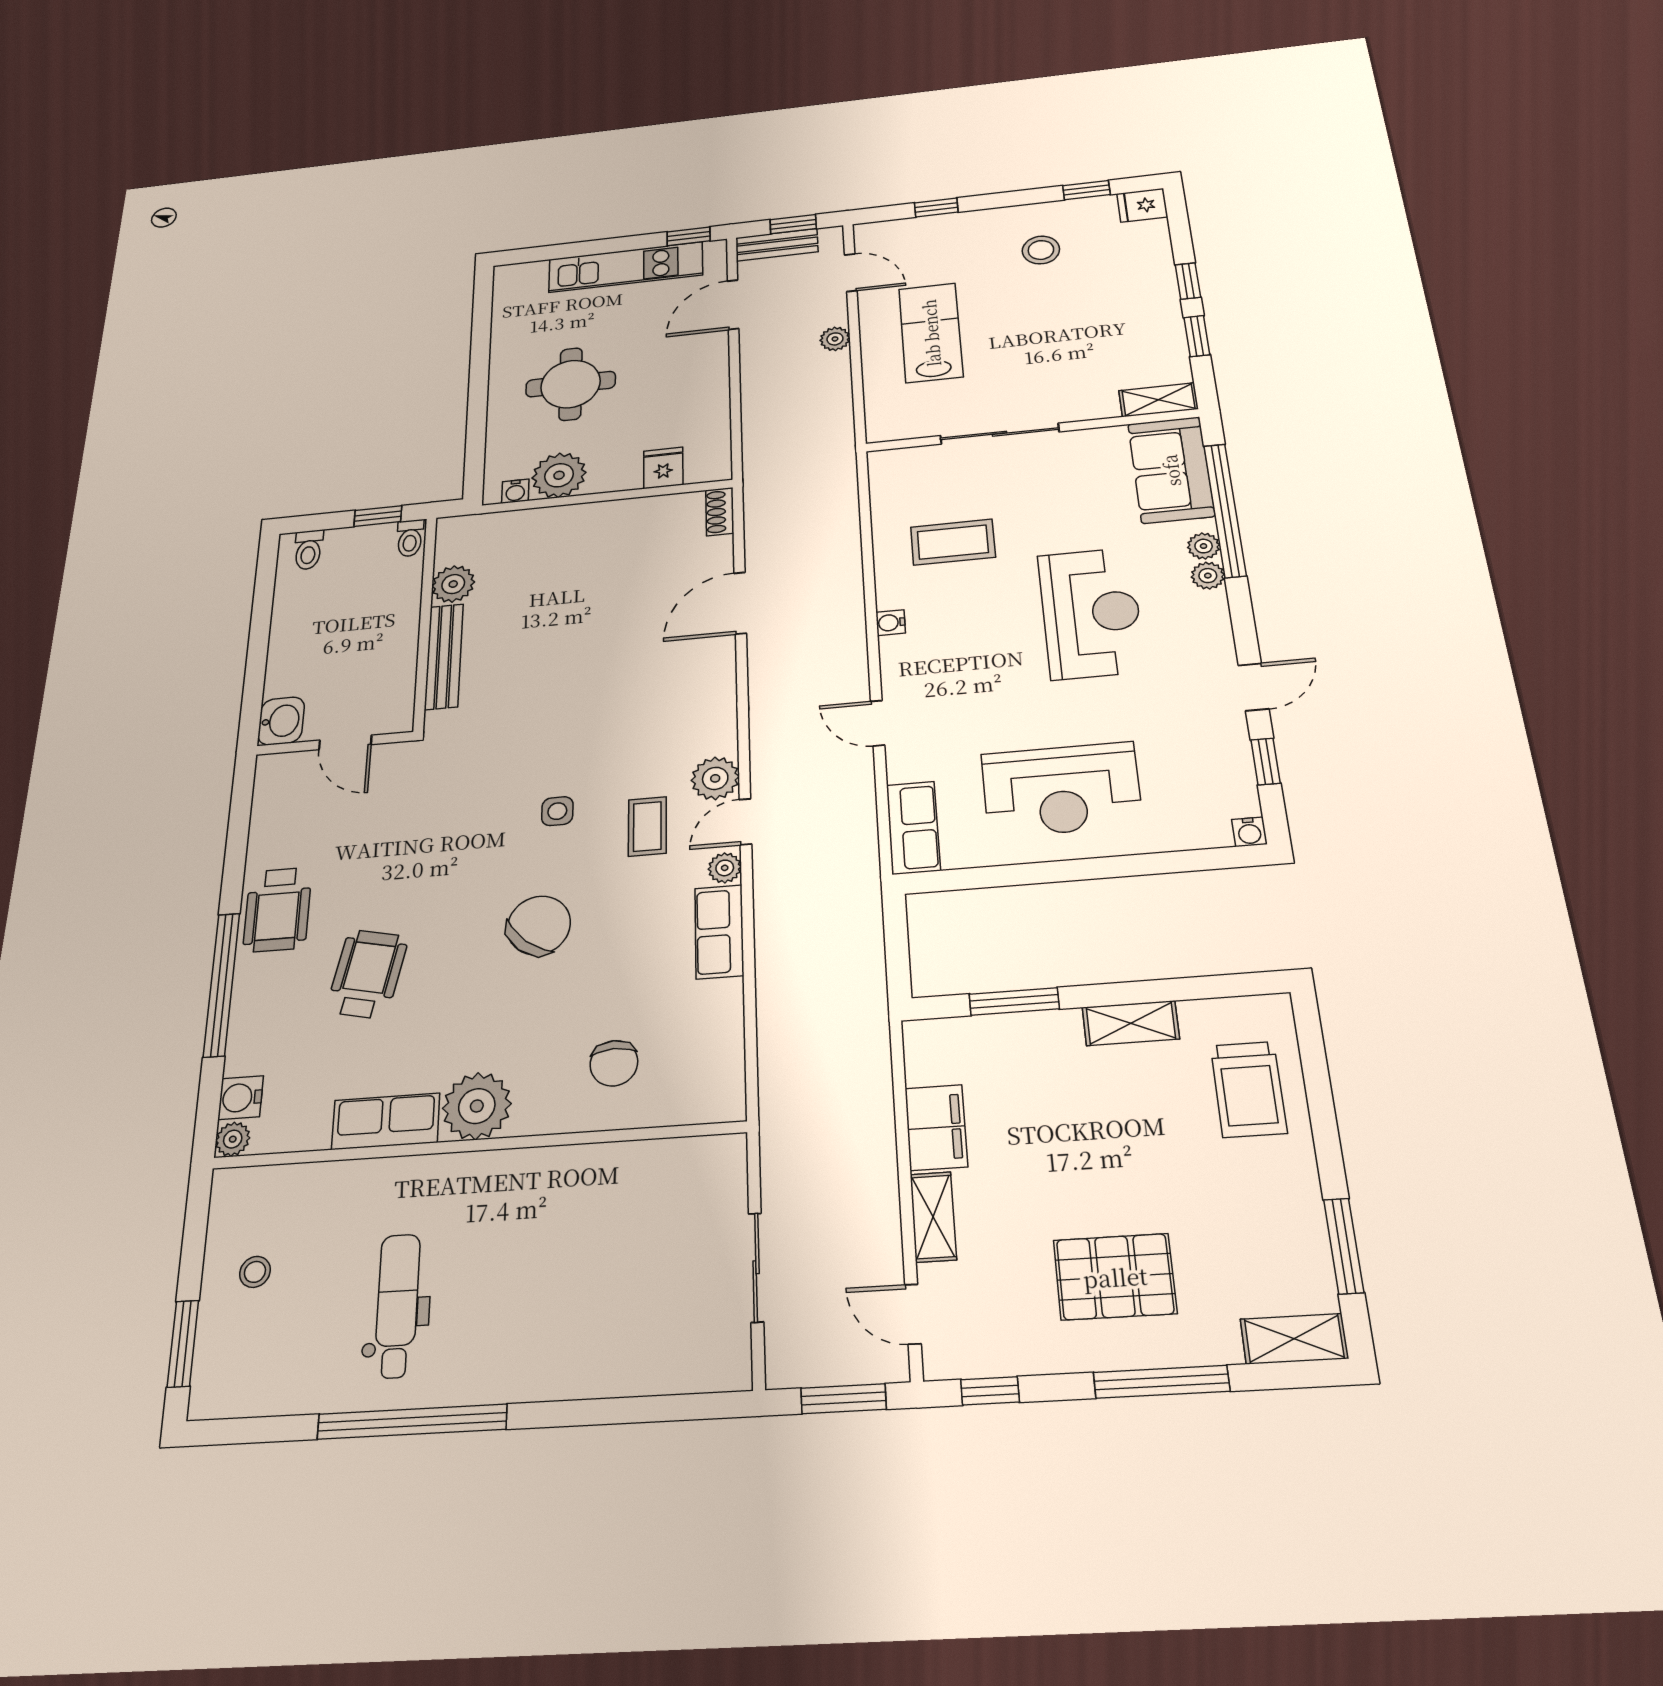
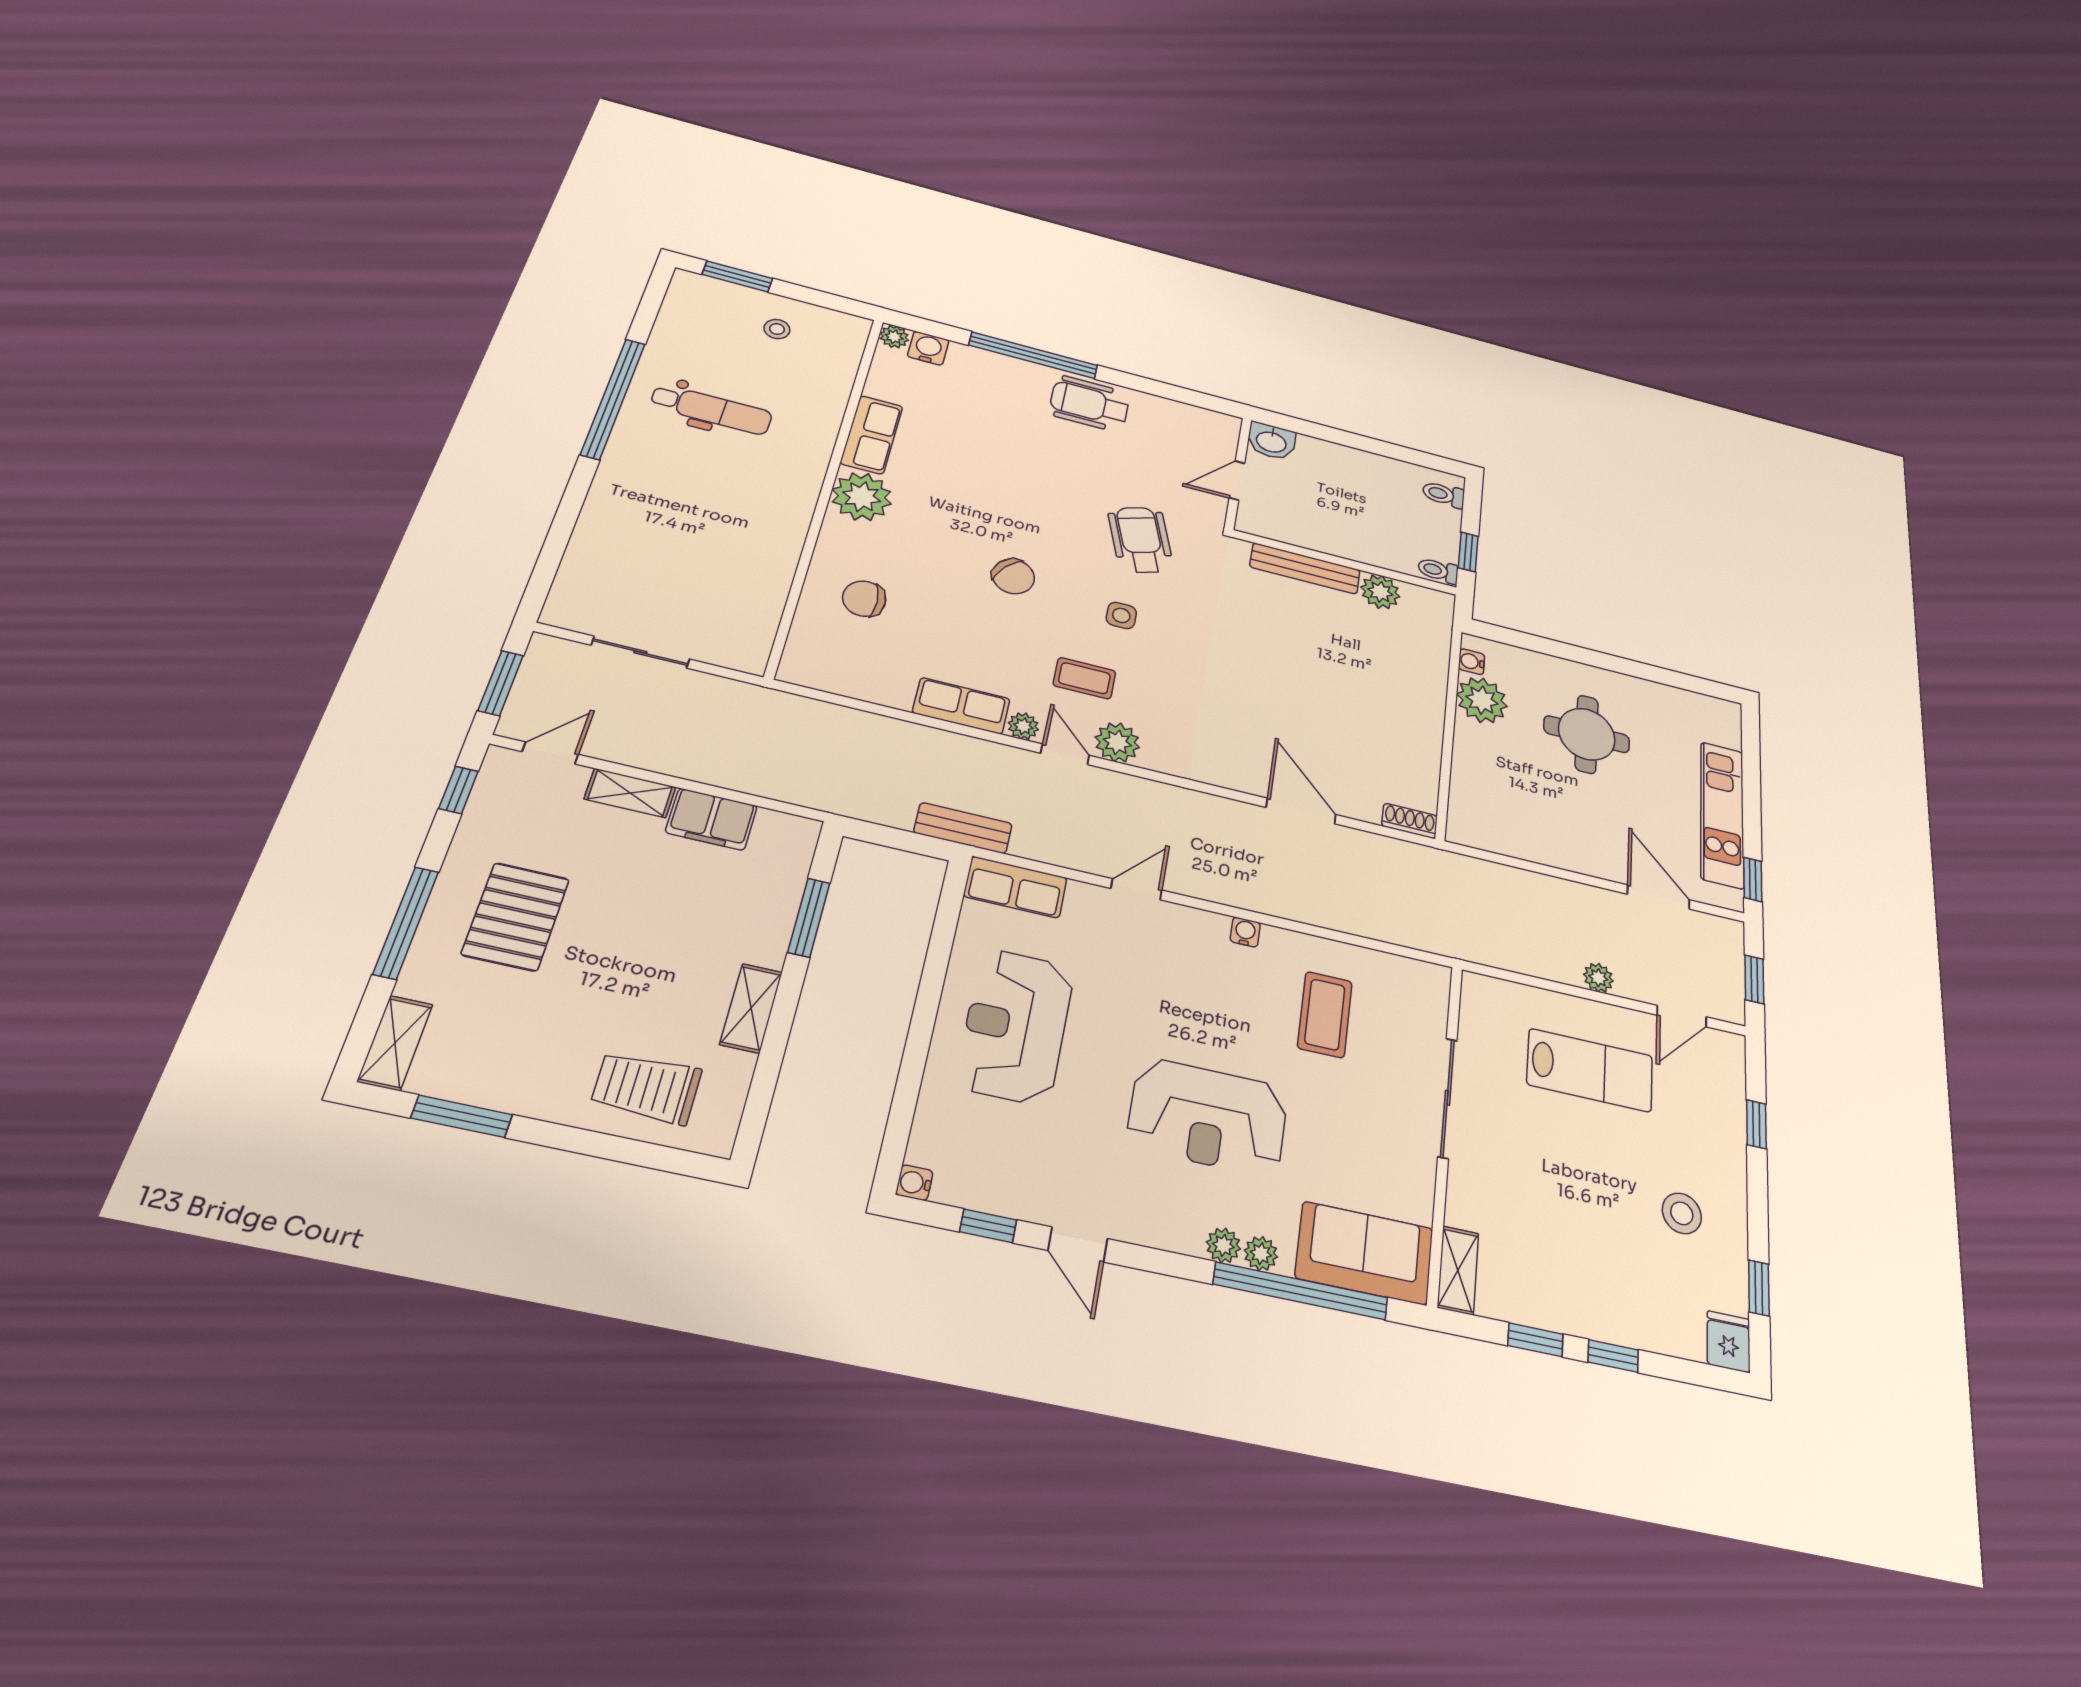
bench: (777, 245) -> (963, 828), moved, turned 90
fridge: (663, 468) -> (1471, 787), removed
chair: (539, 925) -> (1013, 576), width x0.73, depth x0.73
wheelchair: (367, 974) -> (1141, 540), moved, turned -121

